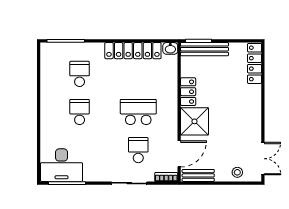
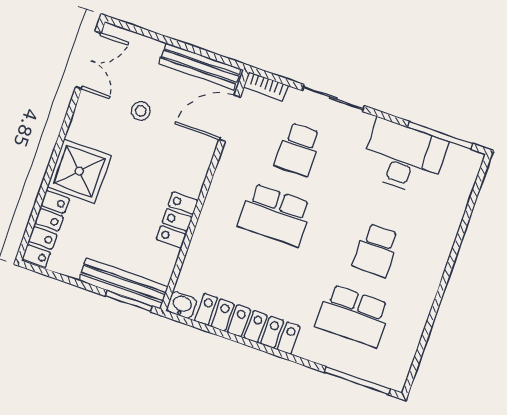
school desk: (80, 74) -> (353, 316), width x1.85
shower: (194, 121) -> (79, 171), moved
double door: (263, 159) -> (88, 60), swing flipped
desk: (62, 165) -> (404, 157), moved
stool: (237, 172) -> (141, 111), moved
bench: (198, 175) -> (200, 66), width x1.36

